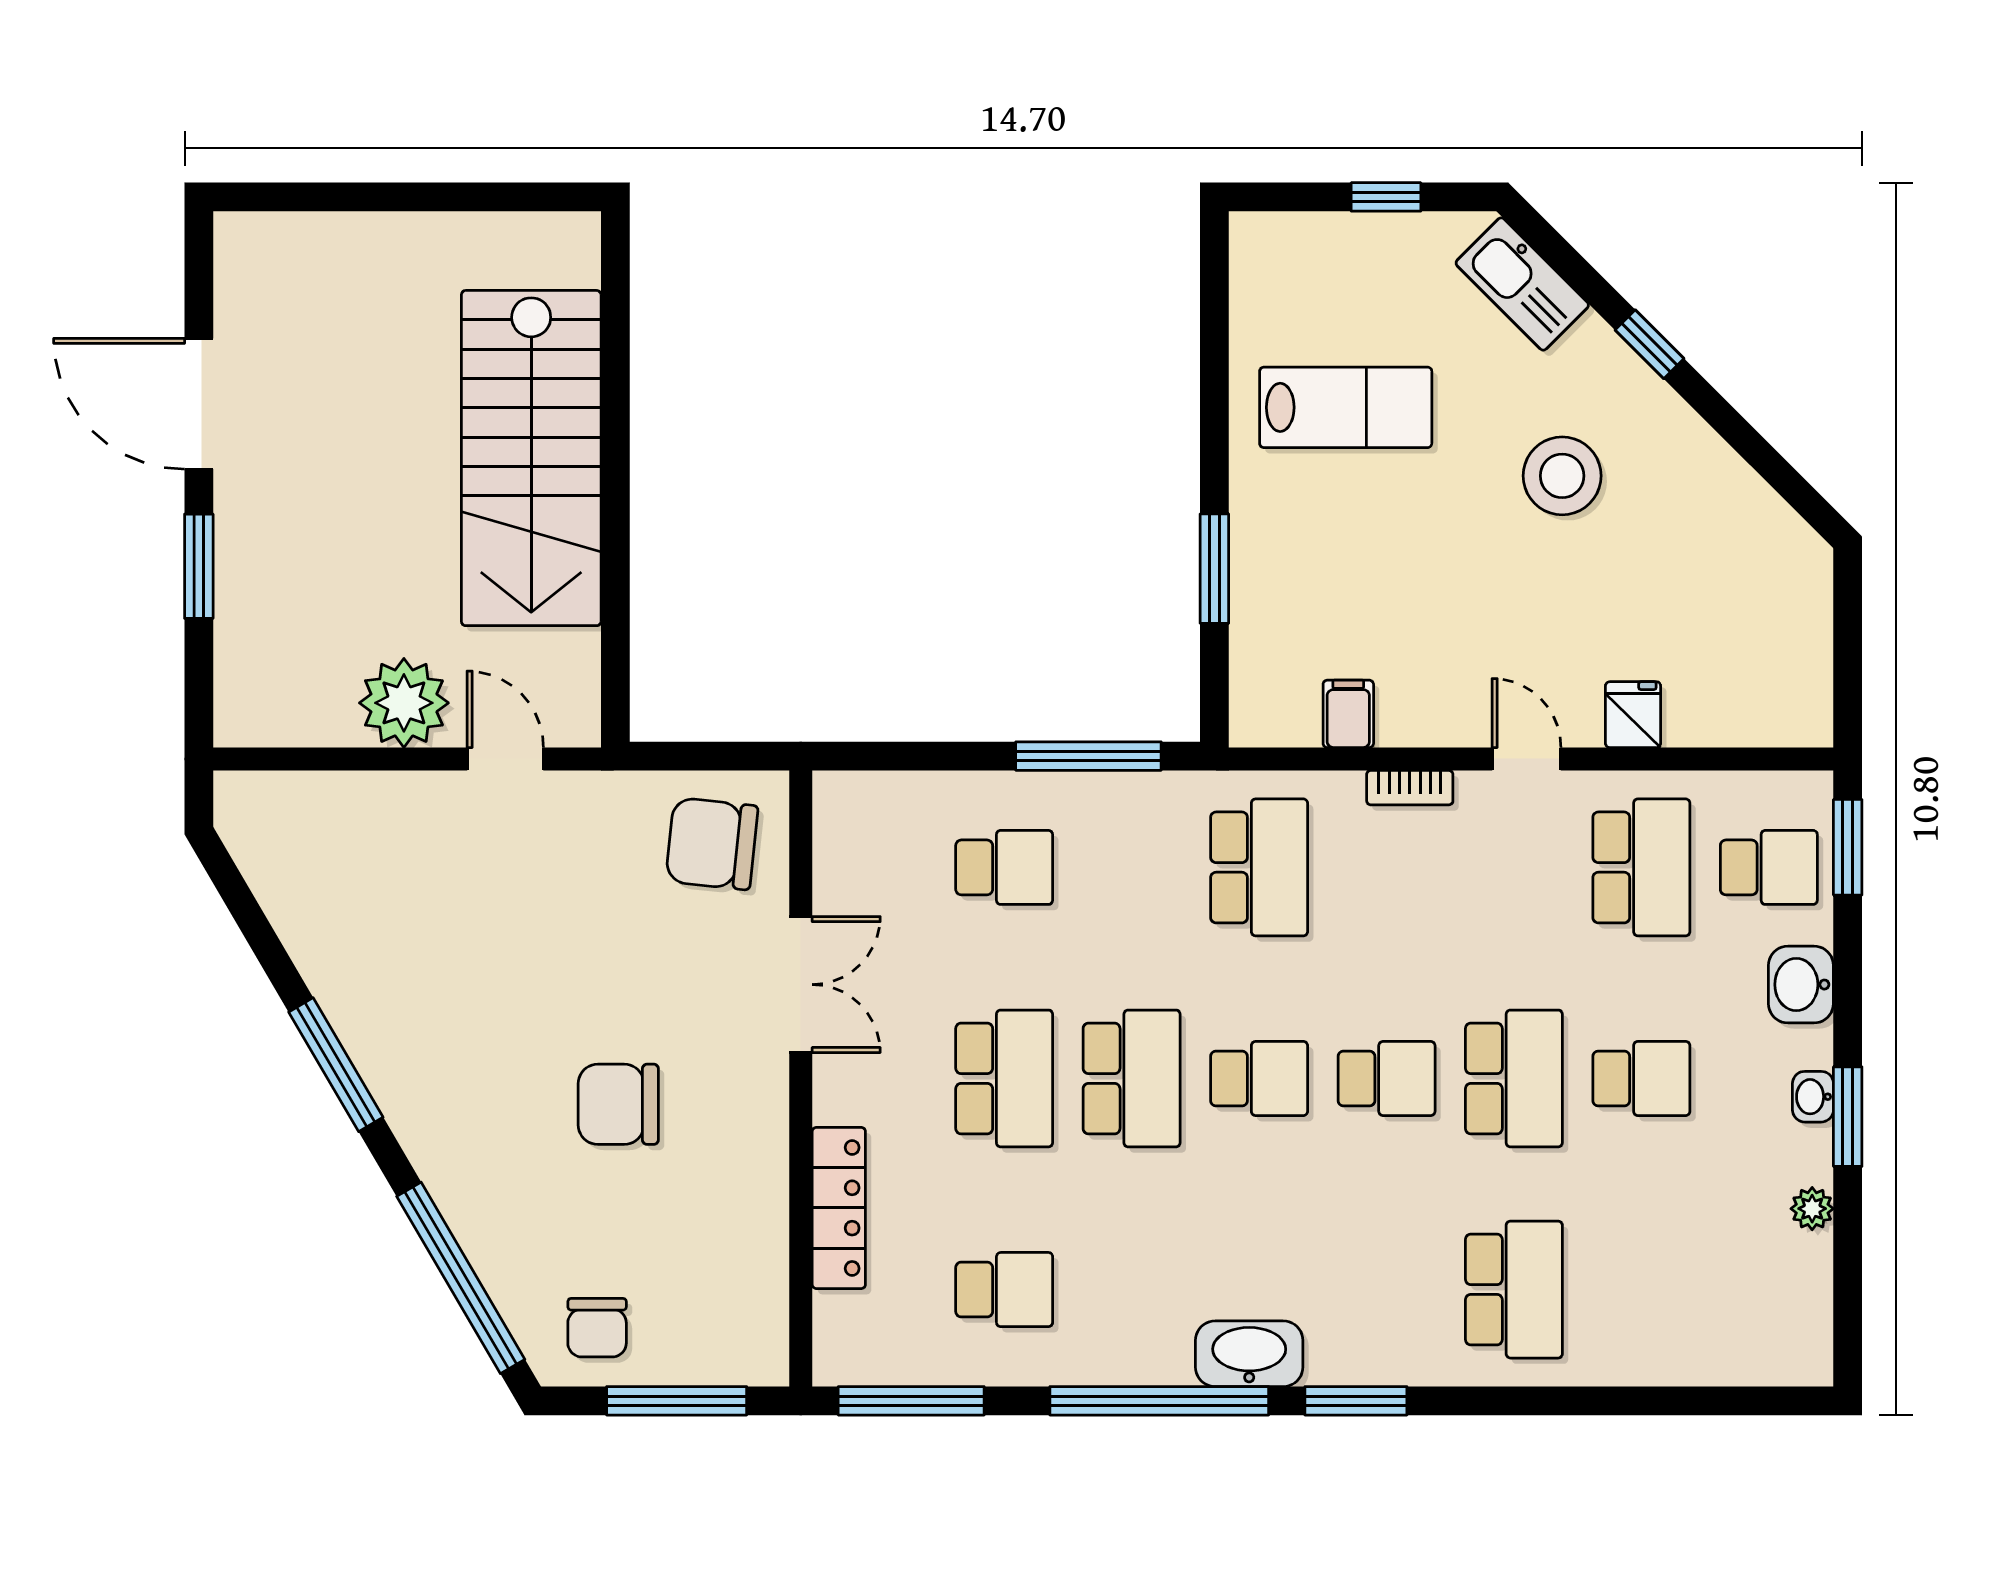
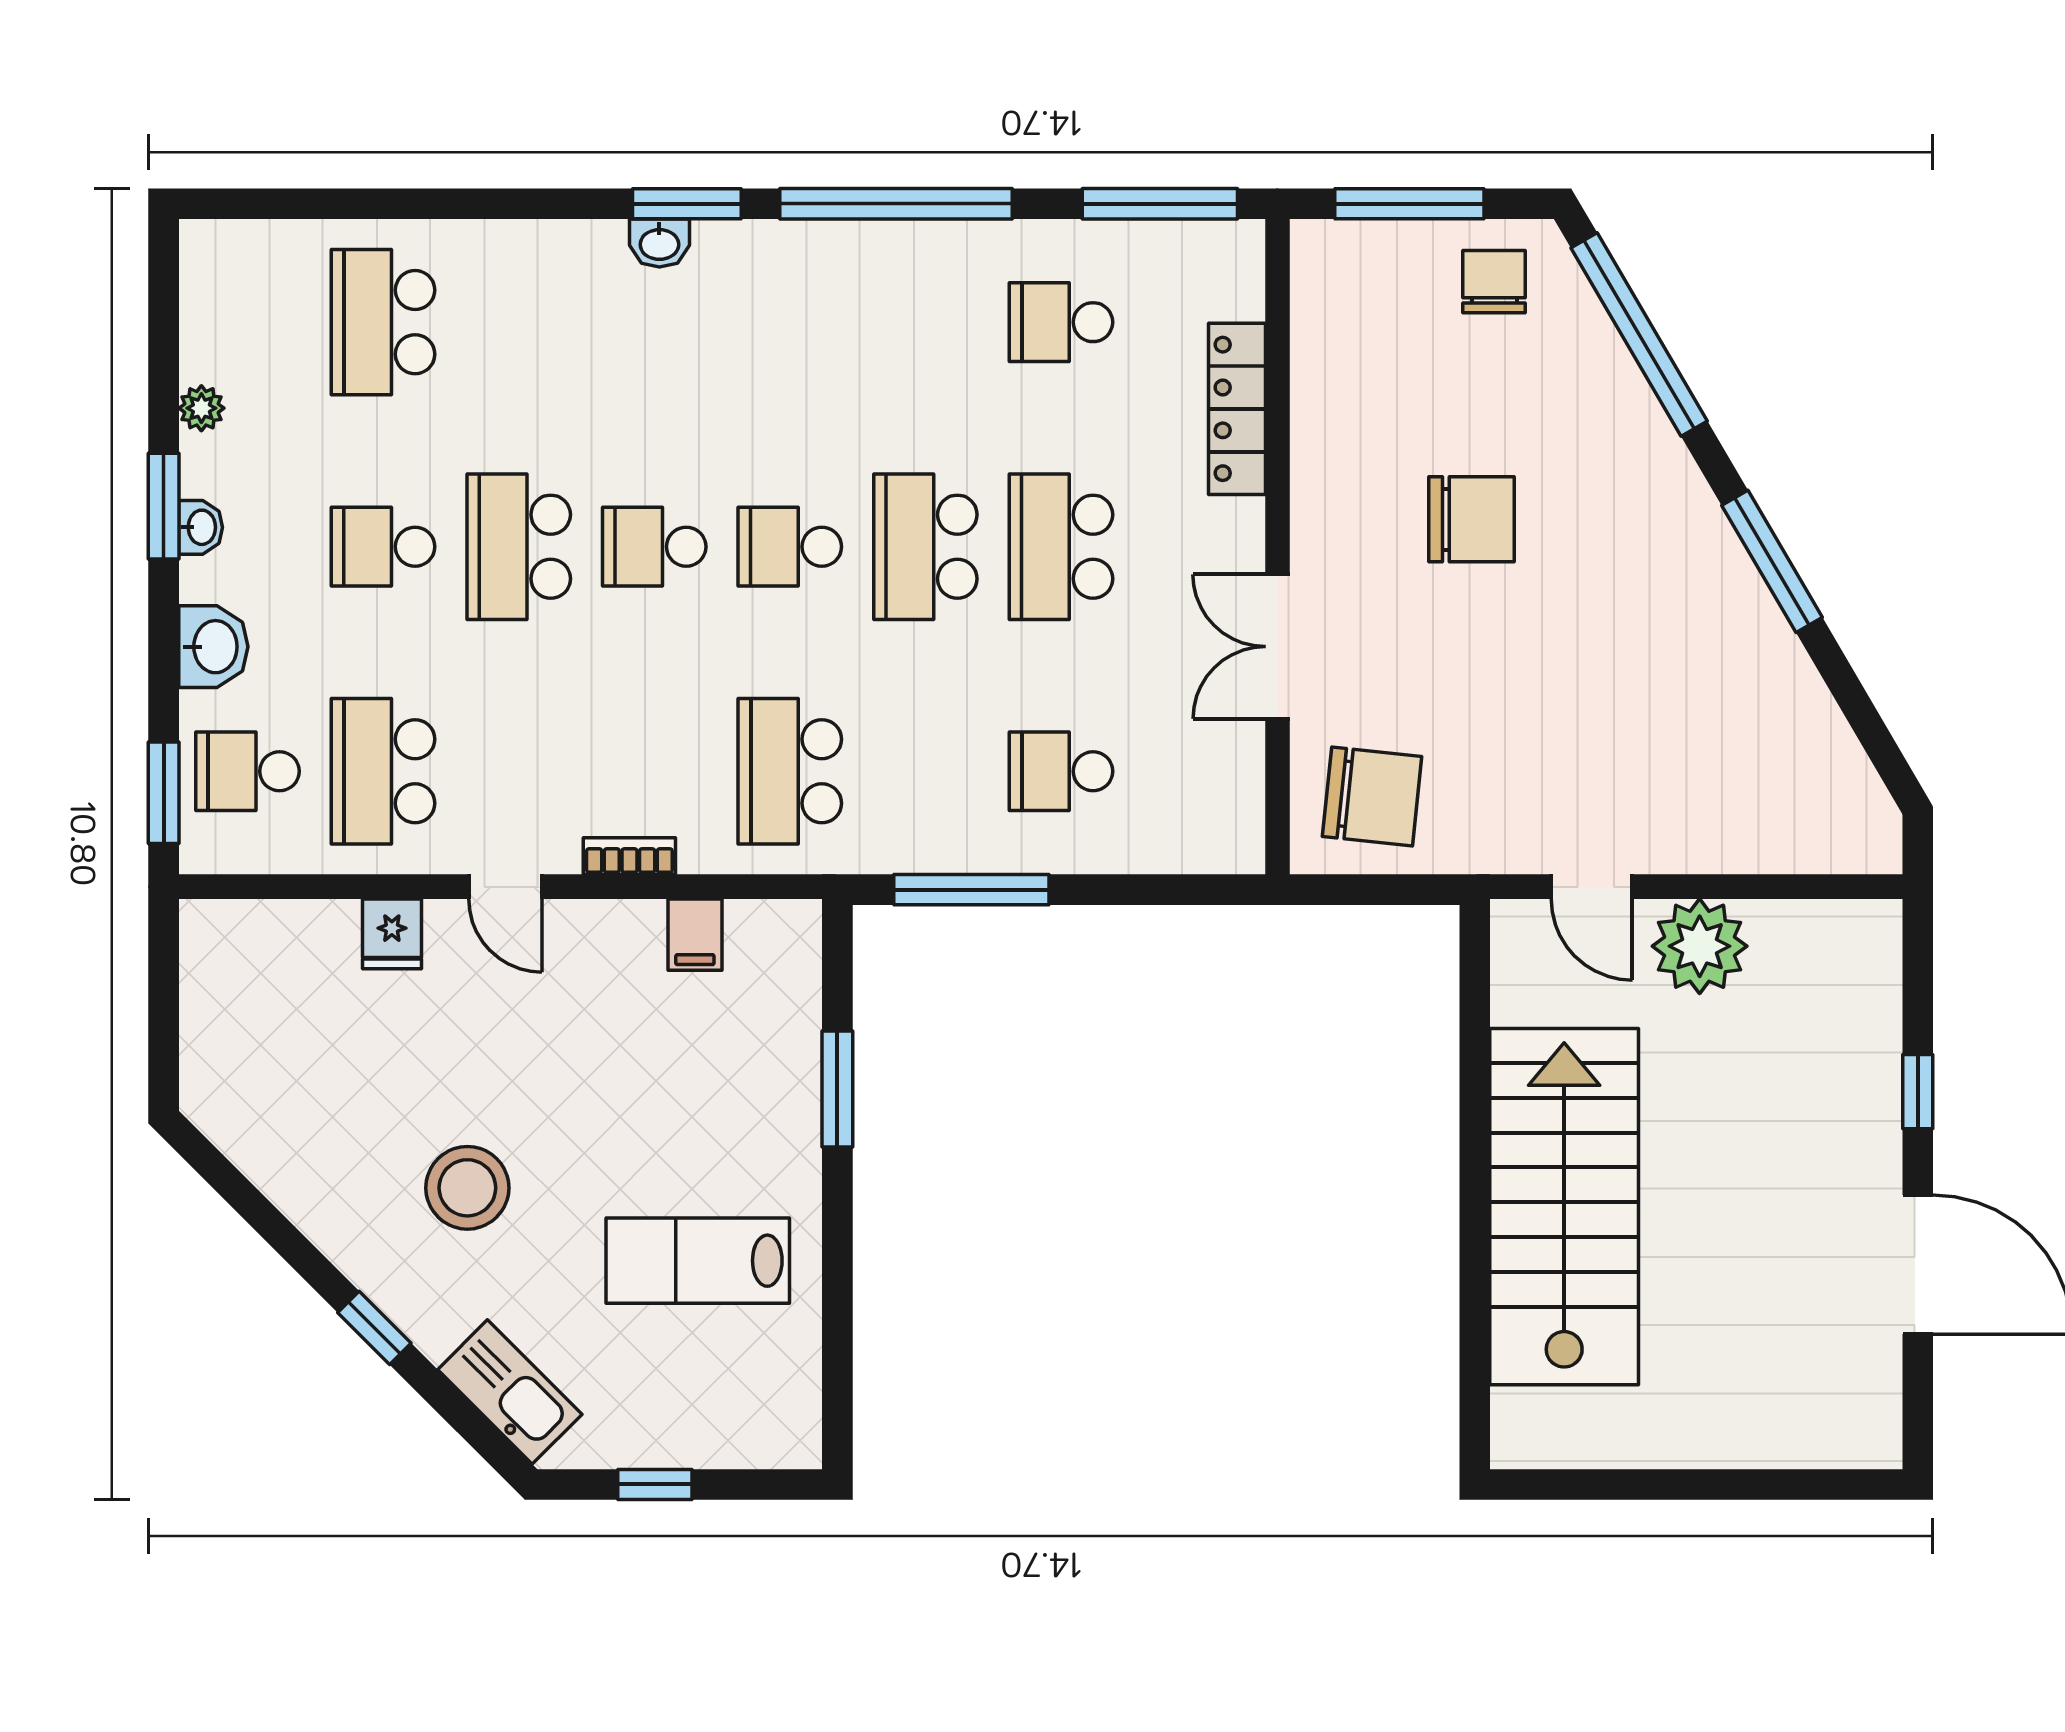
window: (199, 566) -> (1918, 1092), width x0.67
school desk: (1514, 1290) -> (383, 322), moved
washbasin: (1249, 1354) -> (659, 243), moved, width x0.52, depth x0.69

